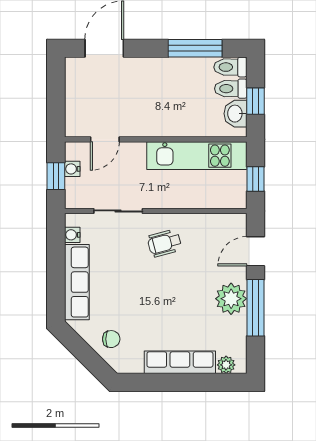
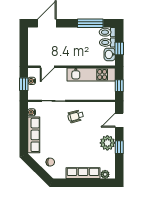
window: (256, 308) -> (119, 147), width x0.46

